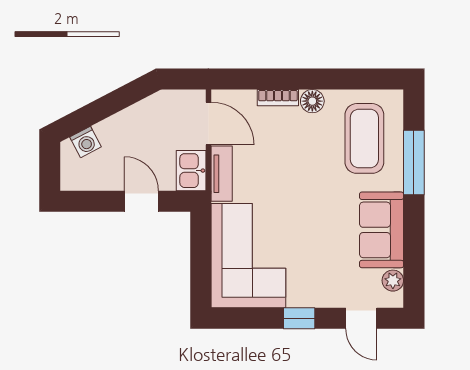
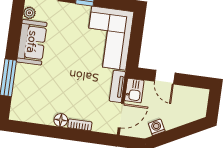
door: (208, 123) -> (121, 116), swing flipped
coffee table: (364, 138) -> (34, 95), removed
washing machine: (86, 142) -> (157, 127), moved

